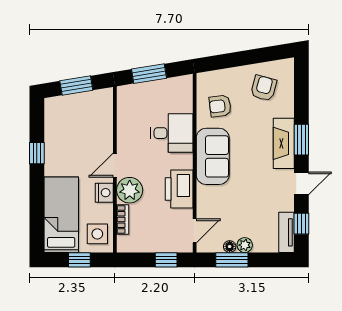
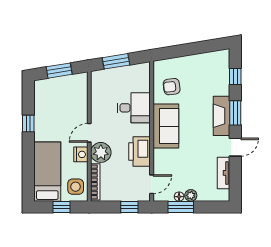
armchair: (264, 88) -> (206, 73), removed
bookcase: (123, 219) -> (95, 182), width x1.56
window: (301, 224) -> (235, 76), moved
tv unit: (287, 232) -> (224, 173), moved

